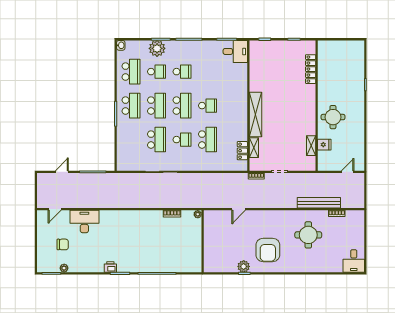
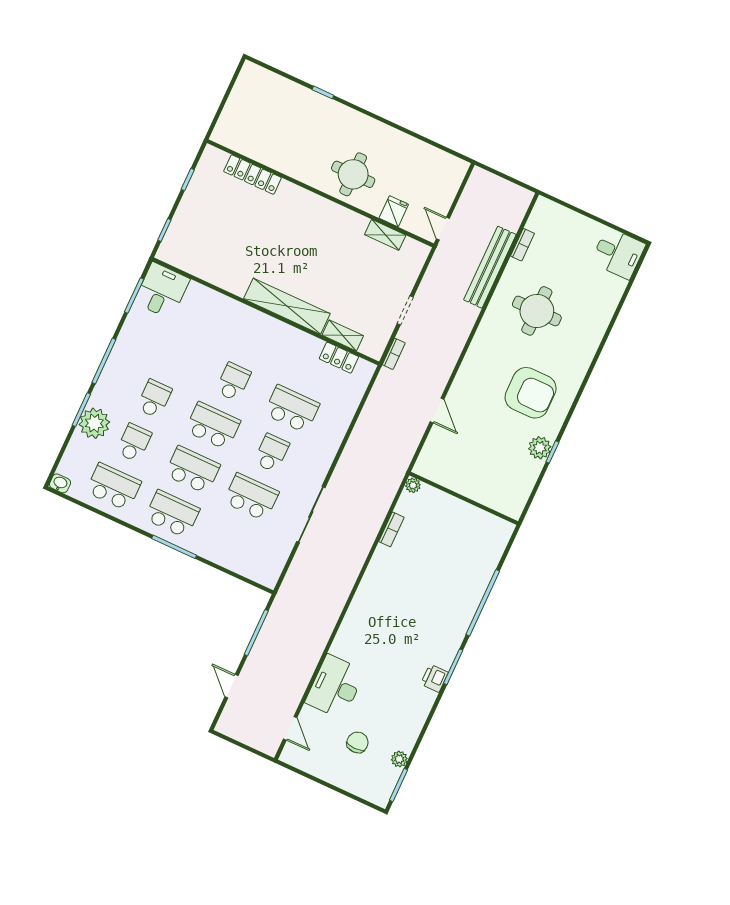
door: (348, 172) -> (443, 229), moved

